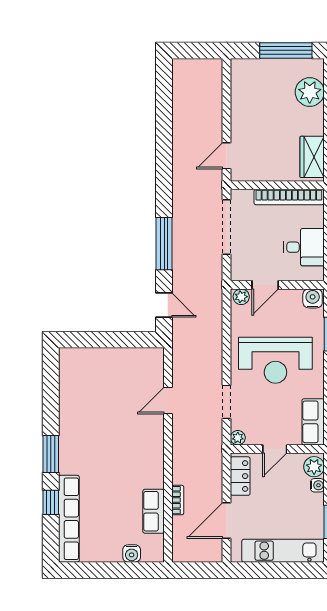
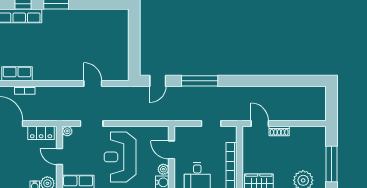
shoe rack: (238, 127) -> (279, 131), added
doorway: (227, 227) -> (211, 124), width x0.53
plant: (241, 297) -> (163, 169), moved

